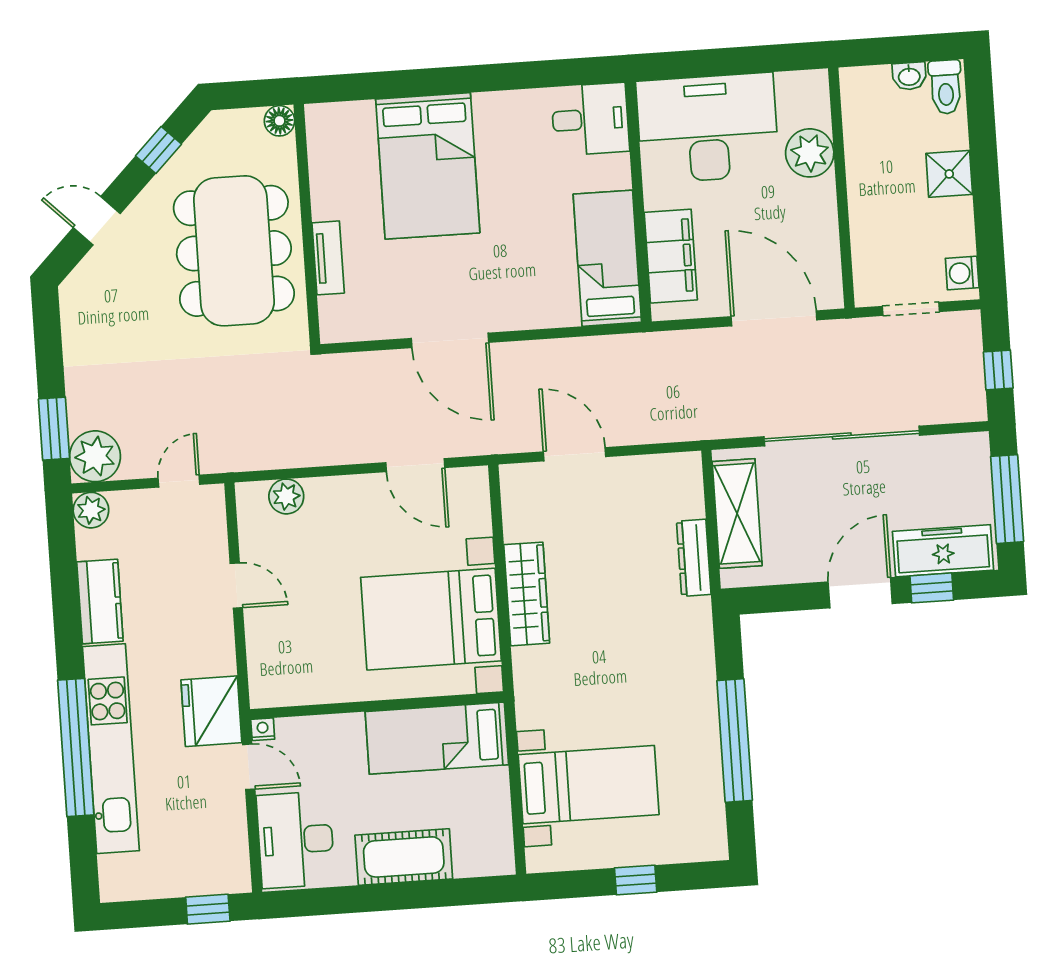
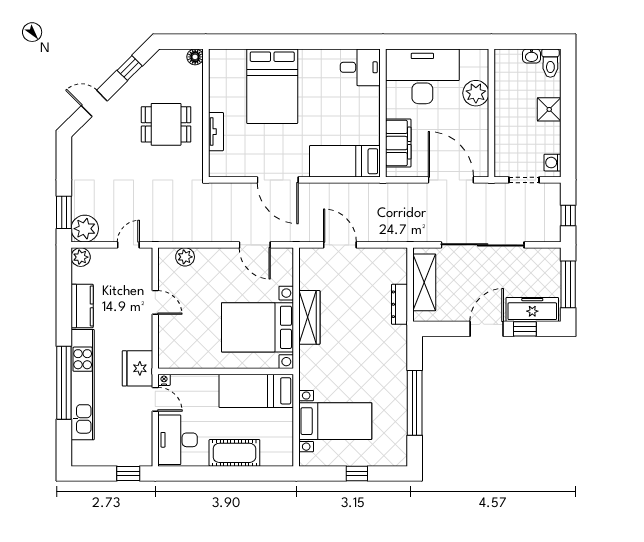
dining table: (234, 251) -> (166, 124), width x0.53, depth x0.80
bed: (607, 258) -> (345, 161), moved, turned -90

